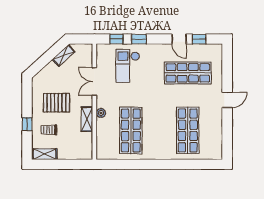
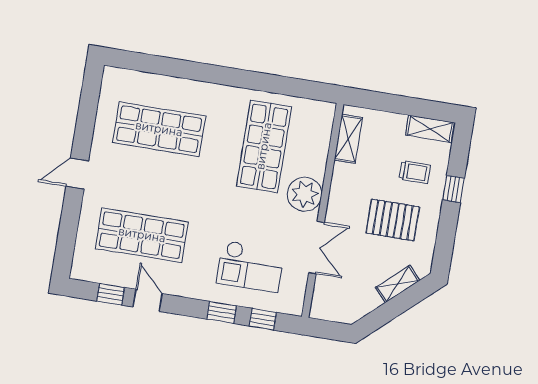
shelving: (64, 56) -> (398, 284), moved
checkout: (128, 66) -> (250, 266), turned 90
plant: (101, 113) -> (305, 194), width x1.88, depth x1.88
shelving: (87, 119) -> (348, 139), moved
shop shelf: (188, 130) -> (159, 129), turned 90

